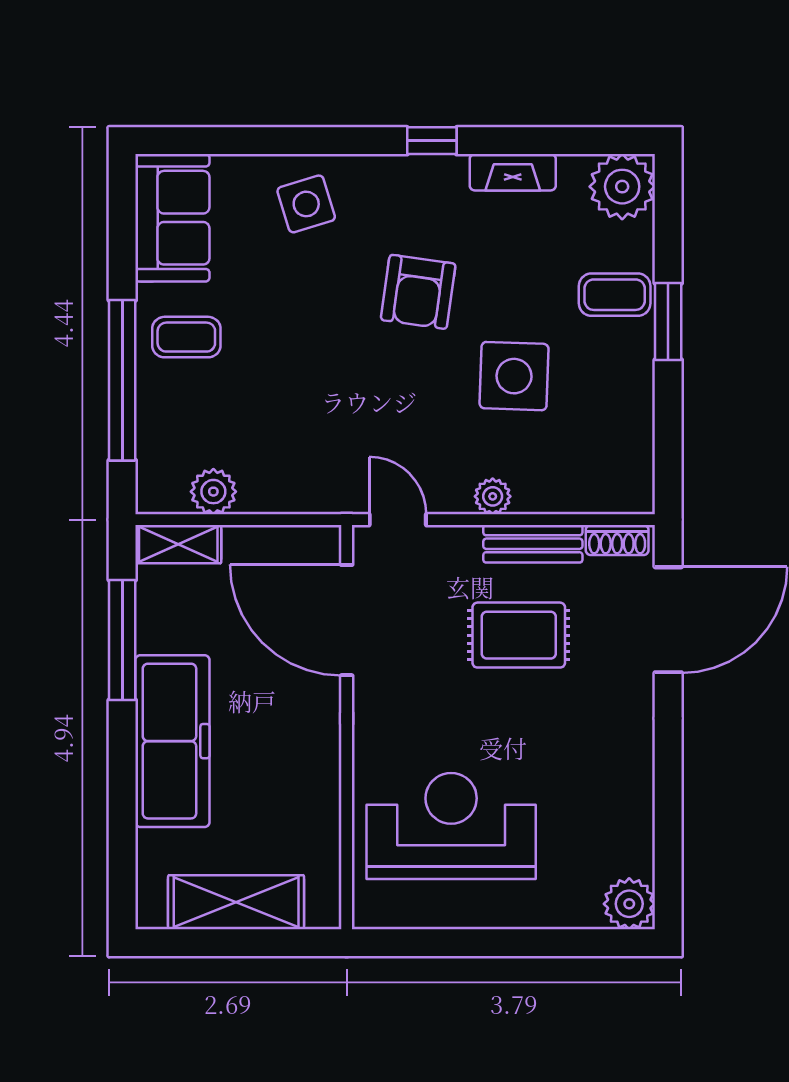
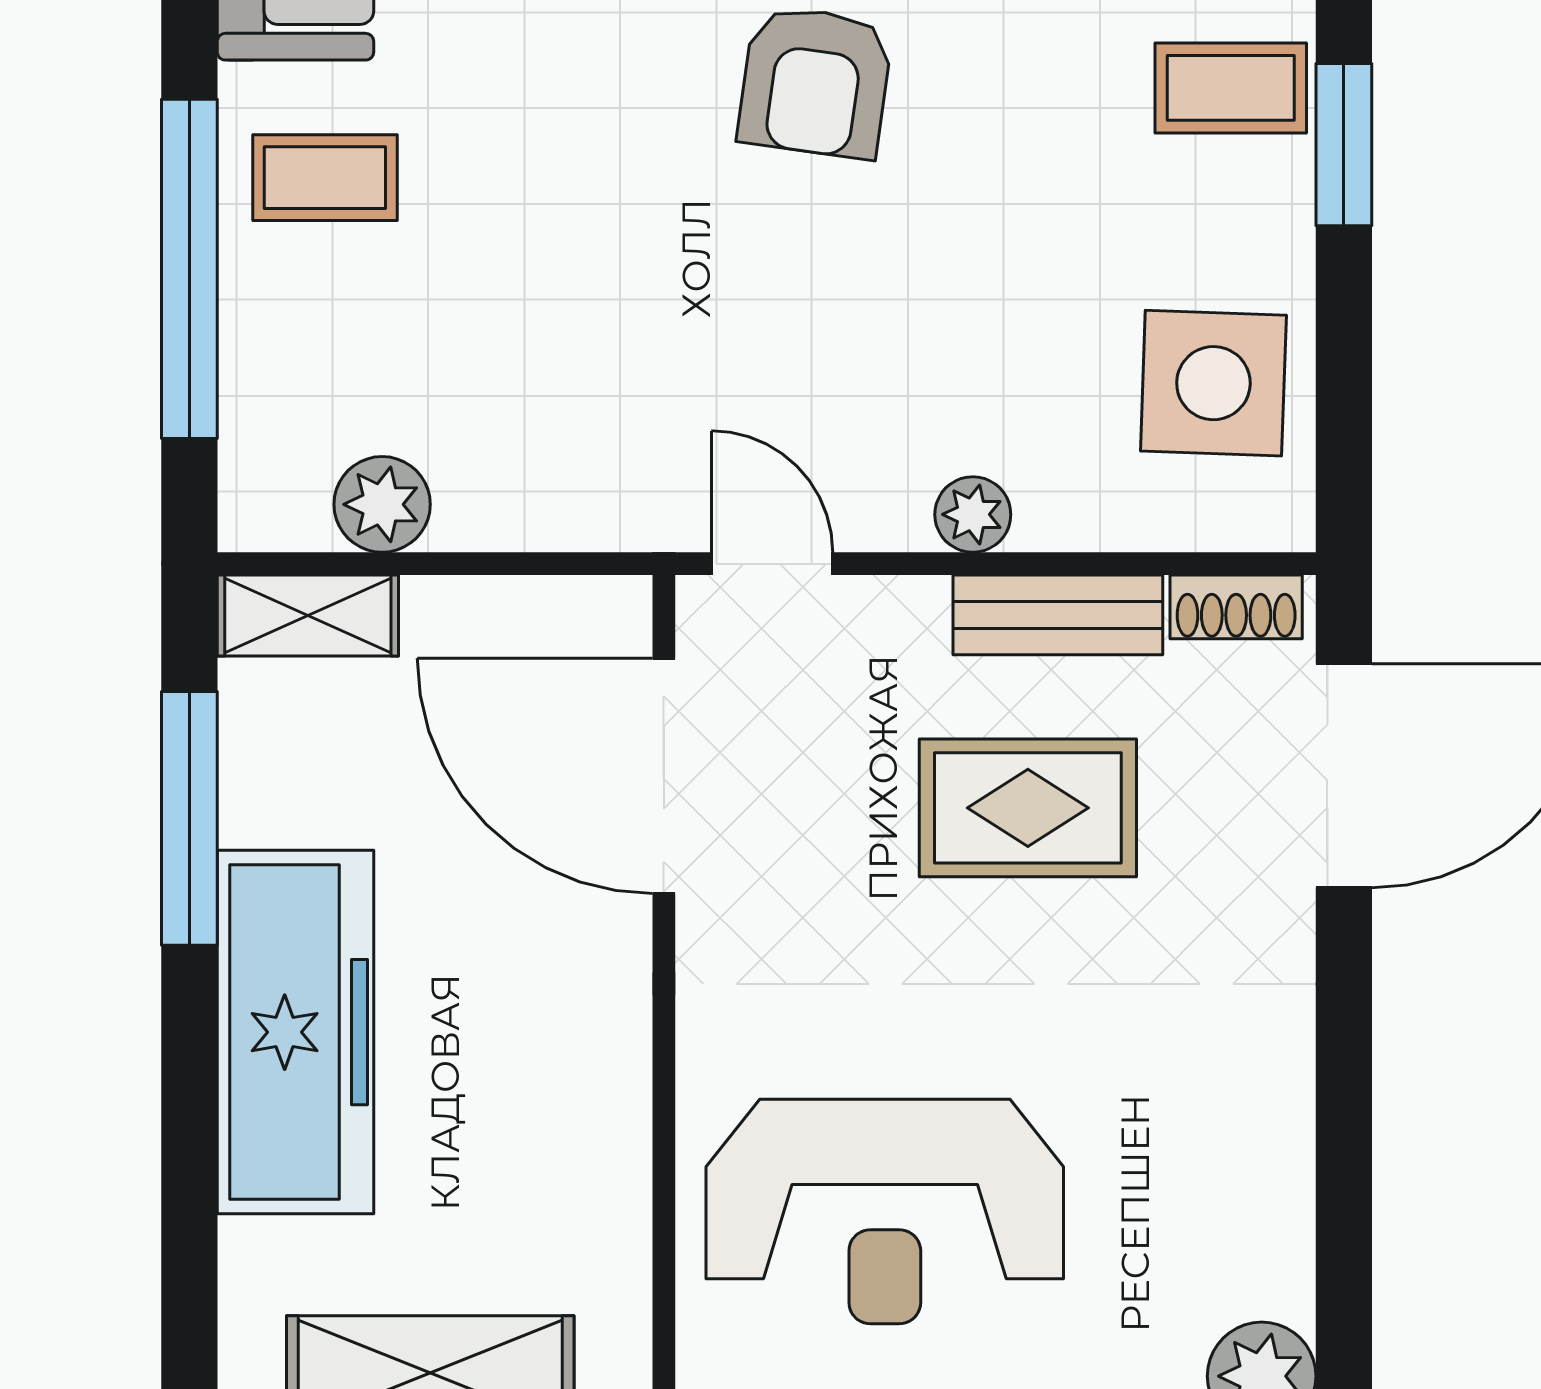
side table: (514, 376) -> (1213, 383), moved
reception desk: (451, 826) -> (885, 1212), turned 180

